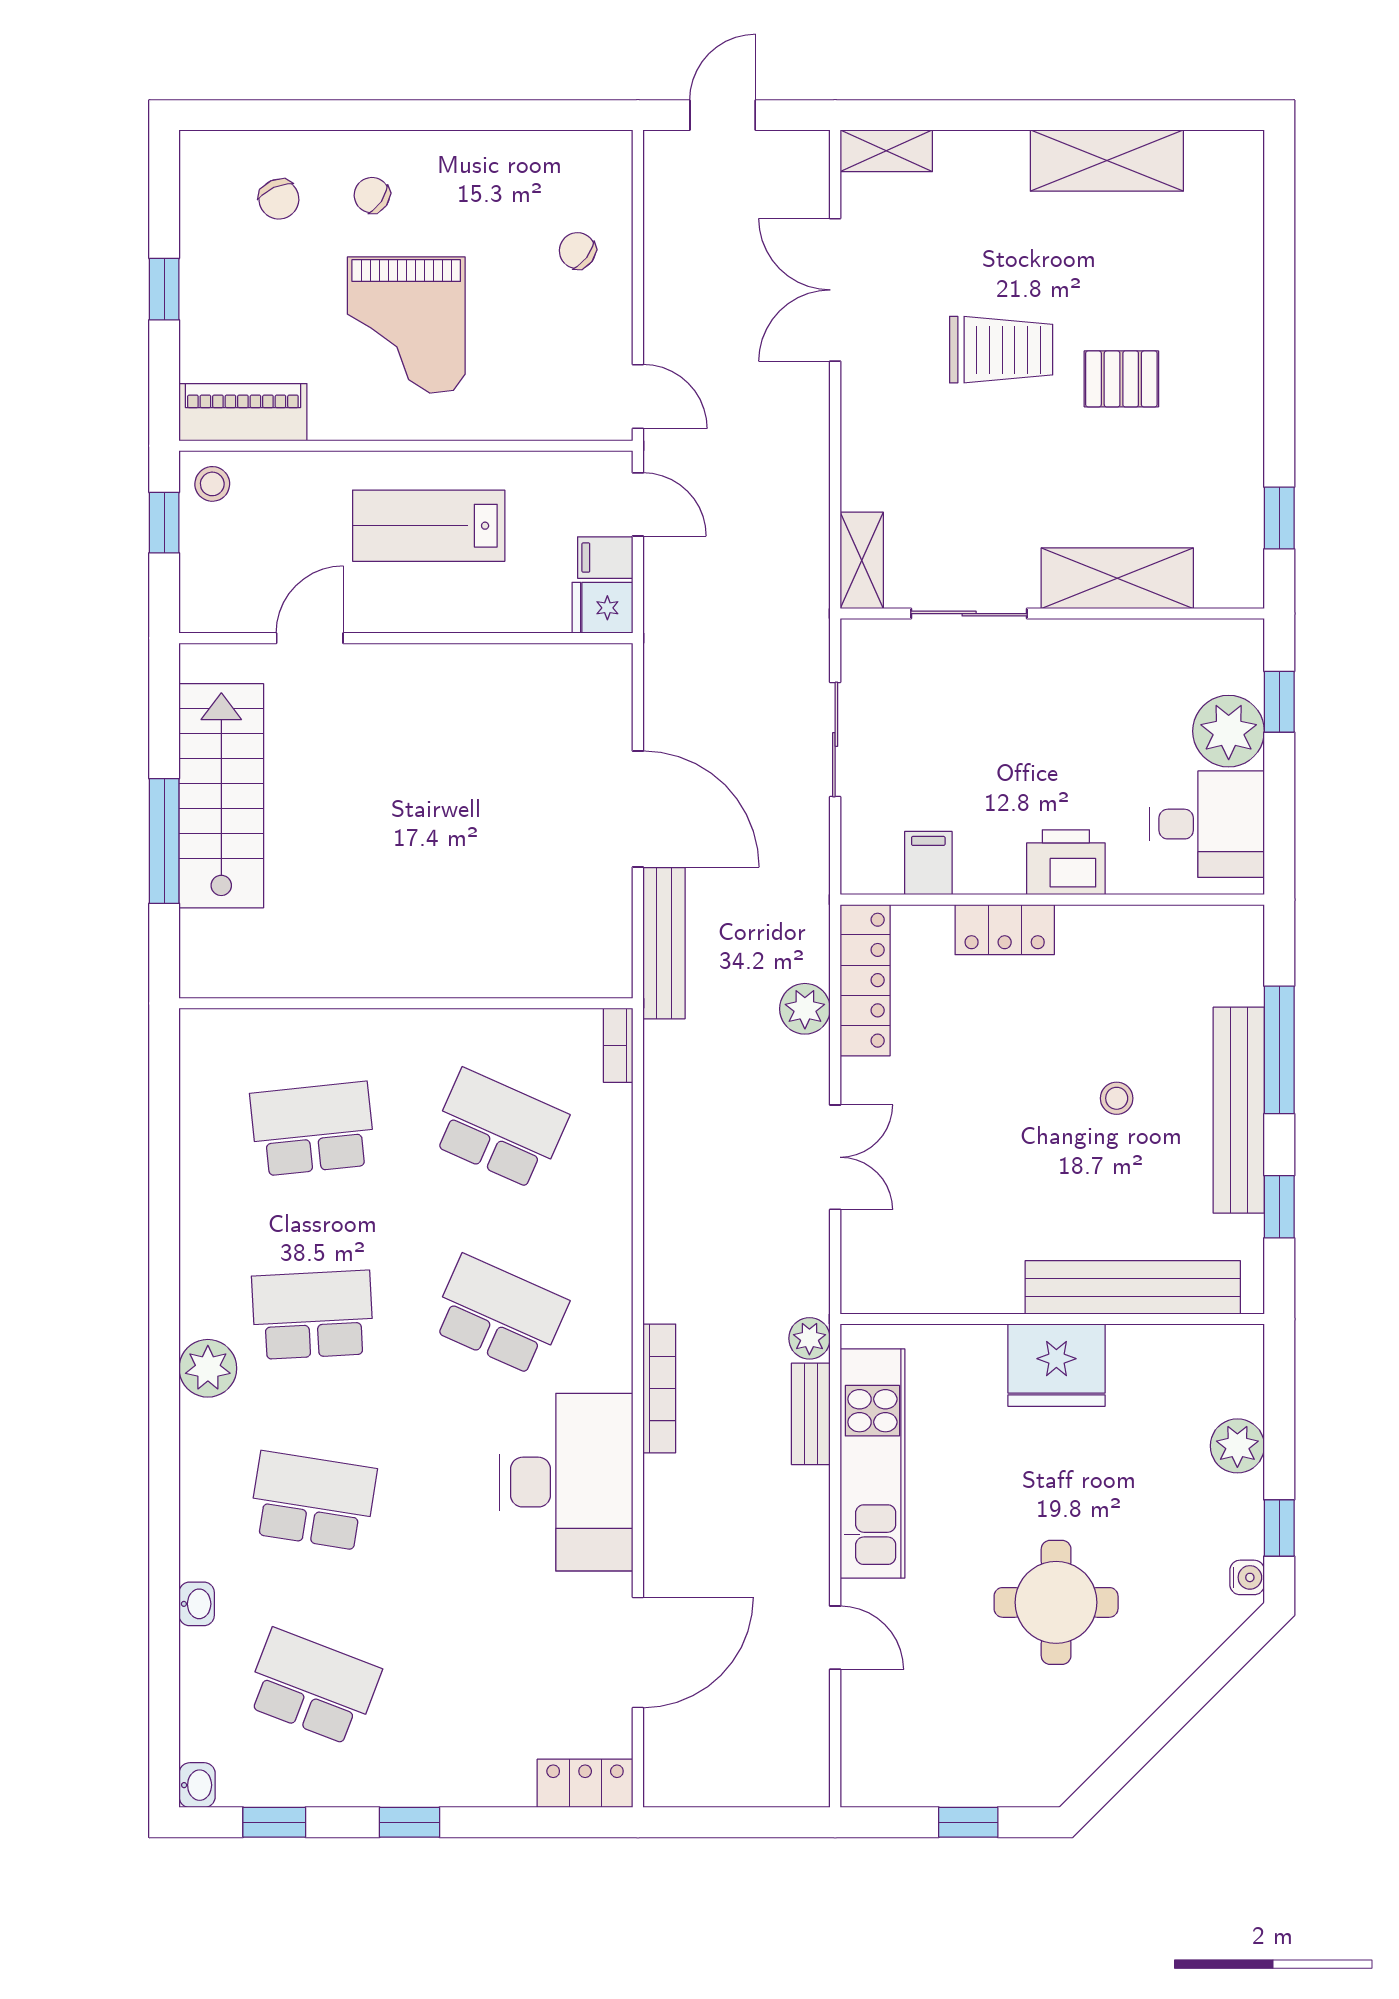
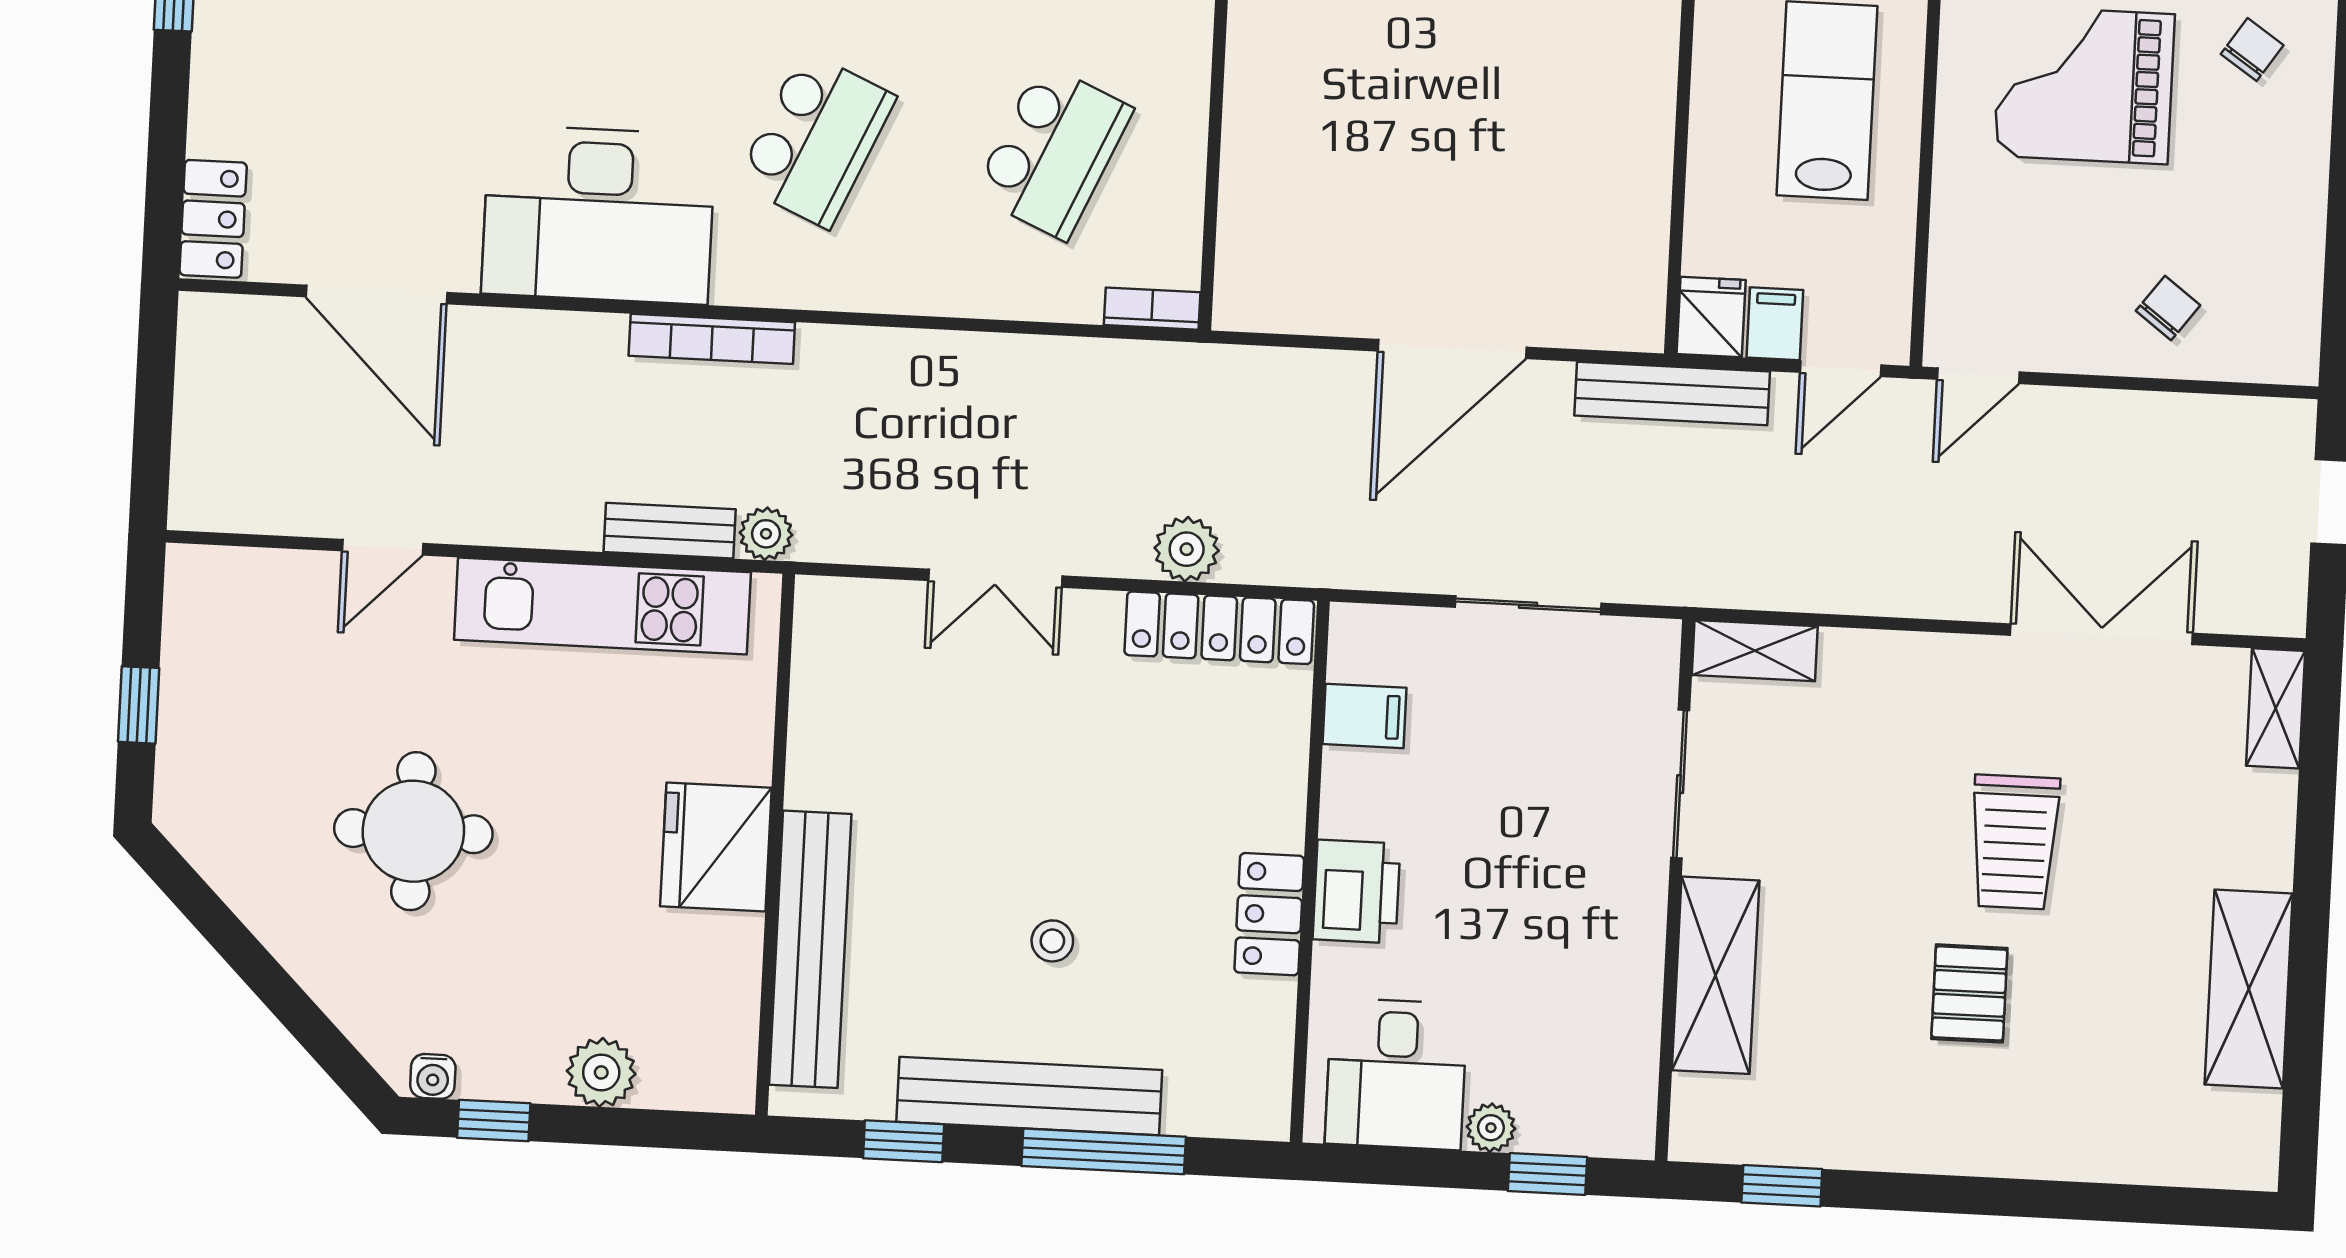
plant: (1229, 731) -> (1491, 1128), width x0.53, depth x0.53
locker: (1005, 930) -> (1269, 914), moved
bench: (664, 943) -> (1672, 394), moved

